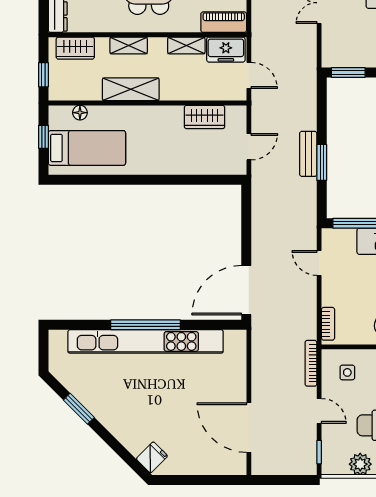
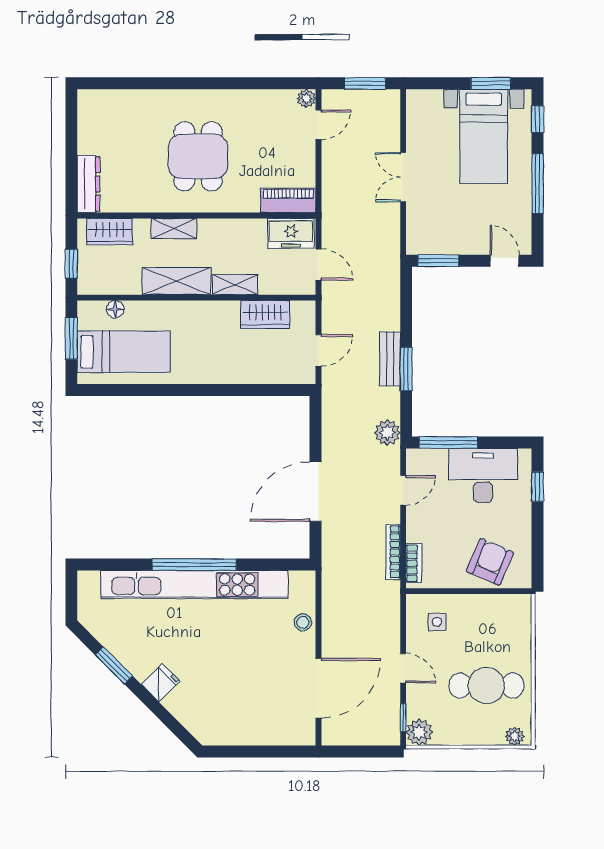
shelving: (186, 45) -> (235, 285), moved
window: (43, 137) -> (71, 338), width x1.50
plant: (306, 215) -> (387, 433), added
door: (319, 263) -> (403, 490), swing flipped
door: (246, 290) -> (316, 492), moved
bookcase: (311, 363) -> (393, 552), moved
stool: (236, 373) -> (303, 622), added
door: (249, 428) -> (319, 688), swing flipped
fridge: (152, 457) -> (161, 683), moved
plant: (360, 464) -> (419, 732), moved

